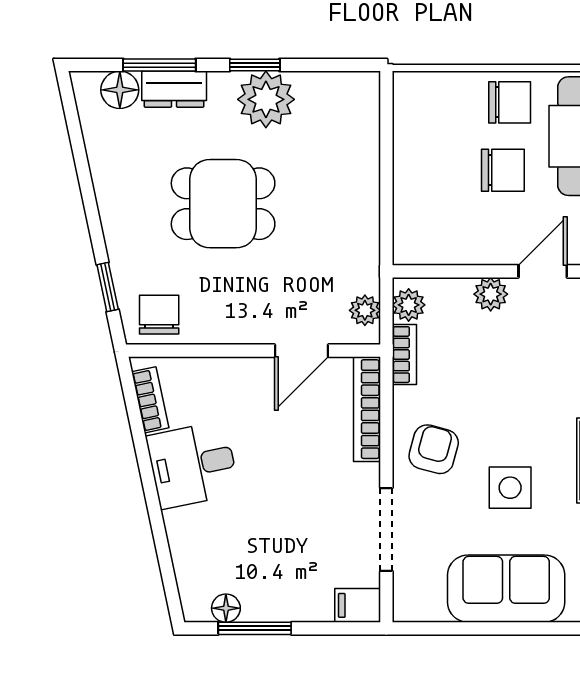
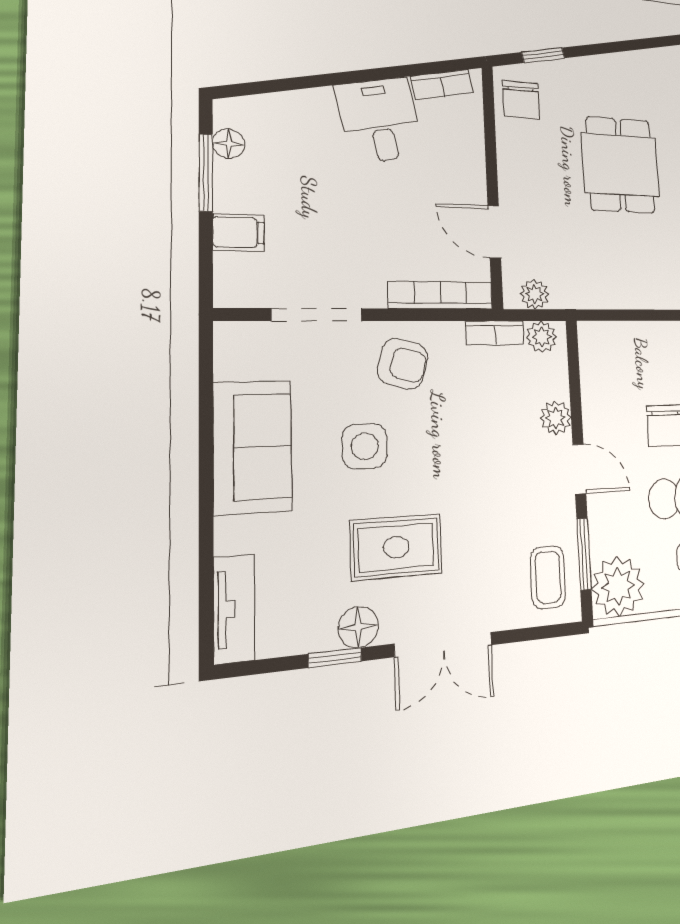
chair: (159, 315) -> (521, 100), turned 90
filing cabinet: (358, 605) -> (239, 232), moved, turned 90

